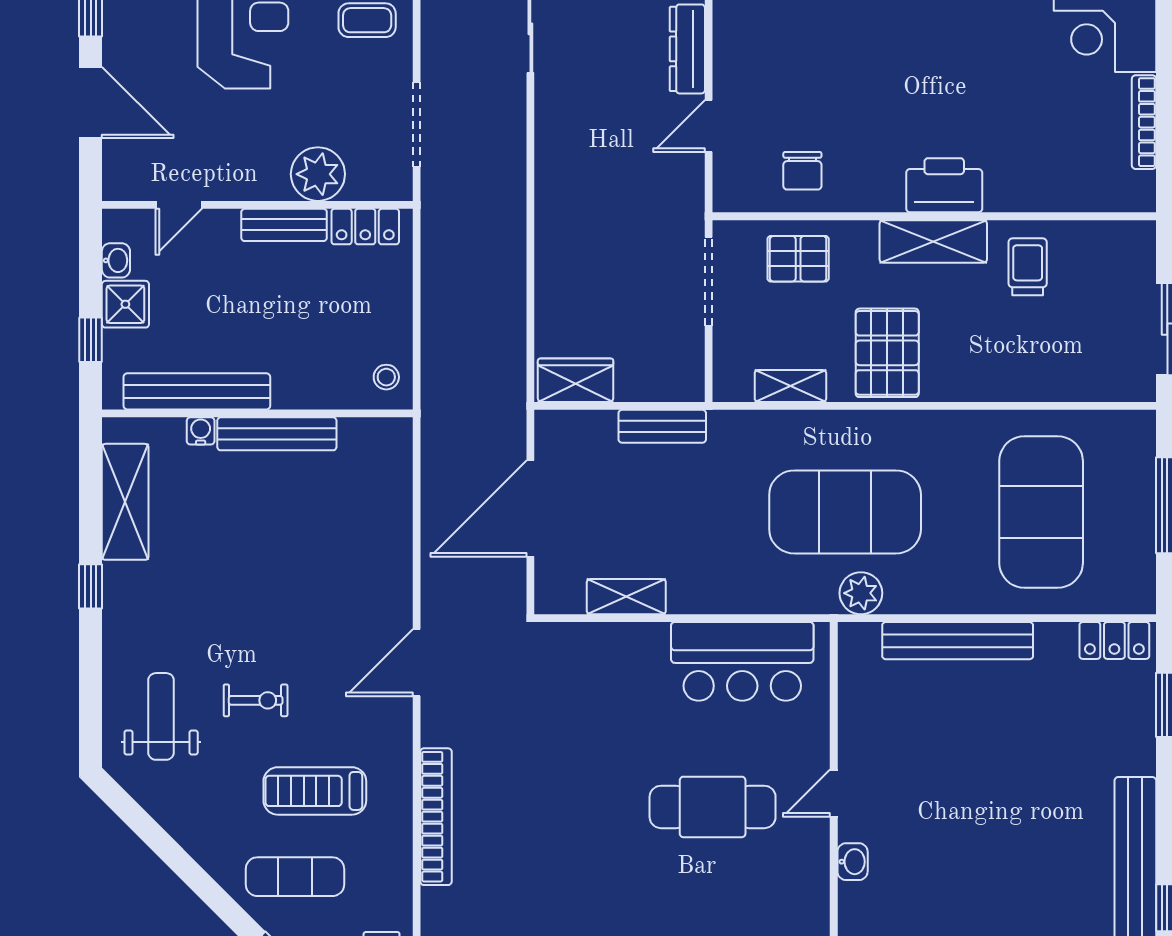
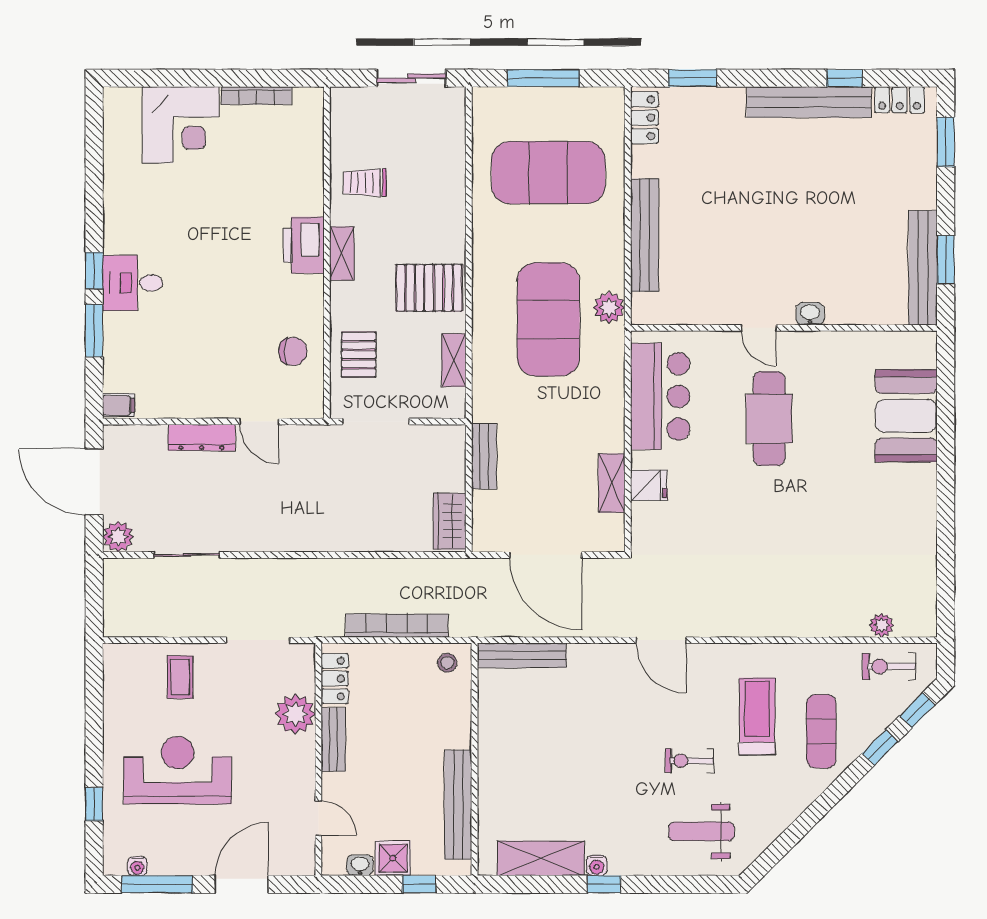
shelving: (933, 241) -> (342, 253), width x0.67, depth x0.75
water cooler: (201, 431) -> (597, 865), moved, turned -90
bench: (277, 434) -> (522, 655), moved, turned 90
fridge: (624, 646) -> (649, 485), added
exercise bike: (256, 700) -> (689, 761), turned -90
treadmill: (315, 791) -> (757, 716), turned 180
bookcase: (436, 817) -> (397, 626), moved

